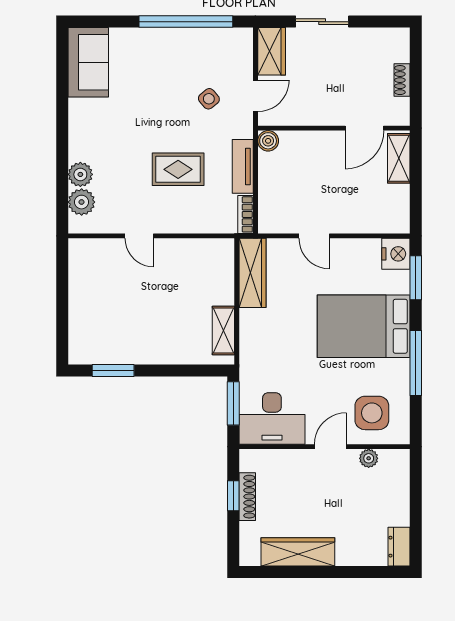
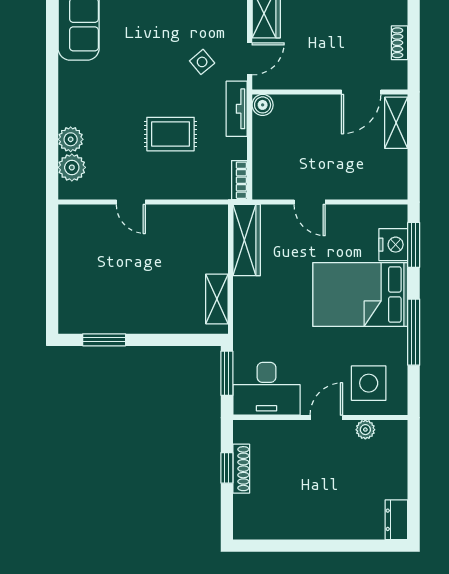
tv unit: (243, 166) -> (237, 109), moved
nightstand: (396, 254) -> (393, 245), moved
wardrobe: (298, 552) -> (293, 525), removed

